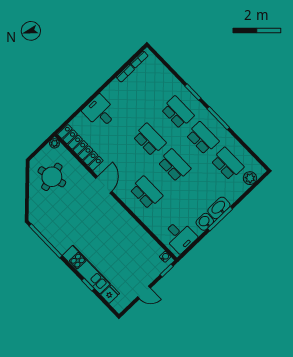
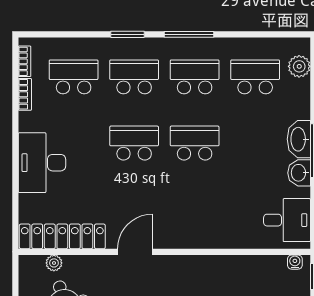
desk: (100, 112) -> (42, 163), width x1.37
plant: (54, 143) -> (54, 263), moved
door: (104, 185) -> (135, 252), hinge flipped
school desk: (146, 192) -> (74, 77), moved

